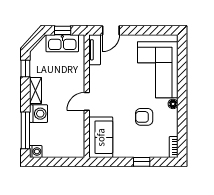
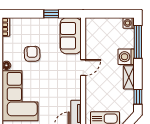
armchair: (144, 117) -> (32, 54), turned -92
window: (142, 162) -> (51, 14), moved

